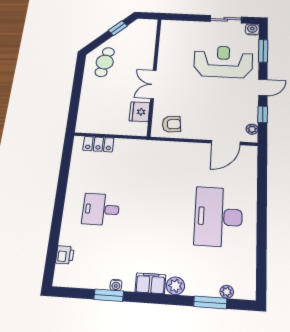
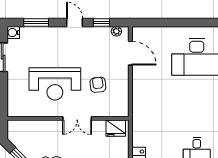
reception desk: (223, 62) -> (55, 84), moved, turned -90
fridge: (140, 112) -> (116, 128), moved
armchair: (171, 124) -> (98, 85), moved

